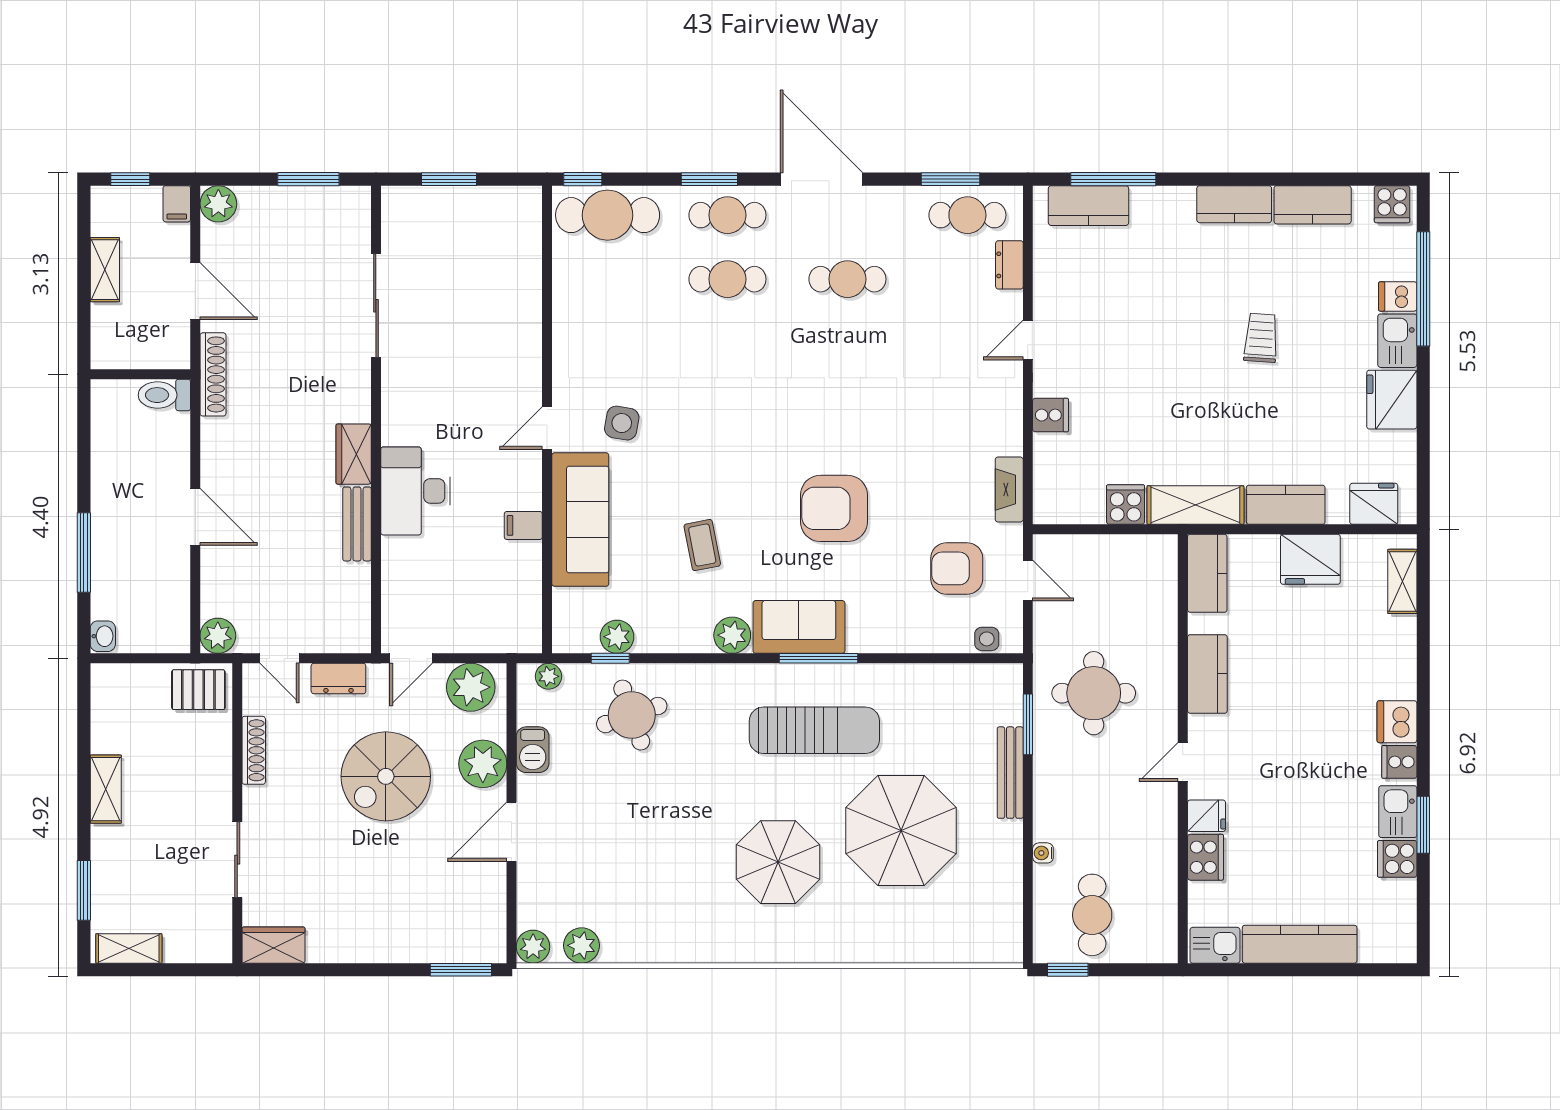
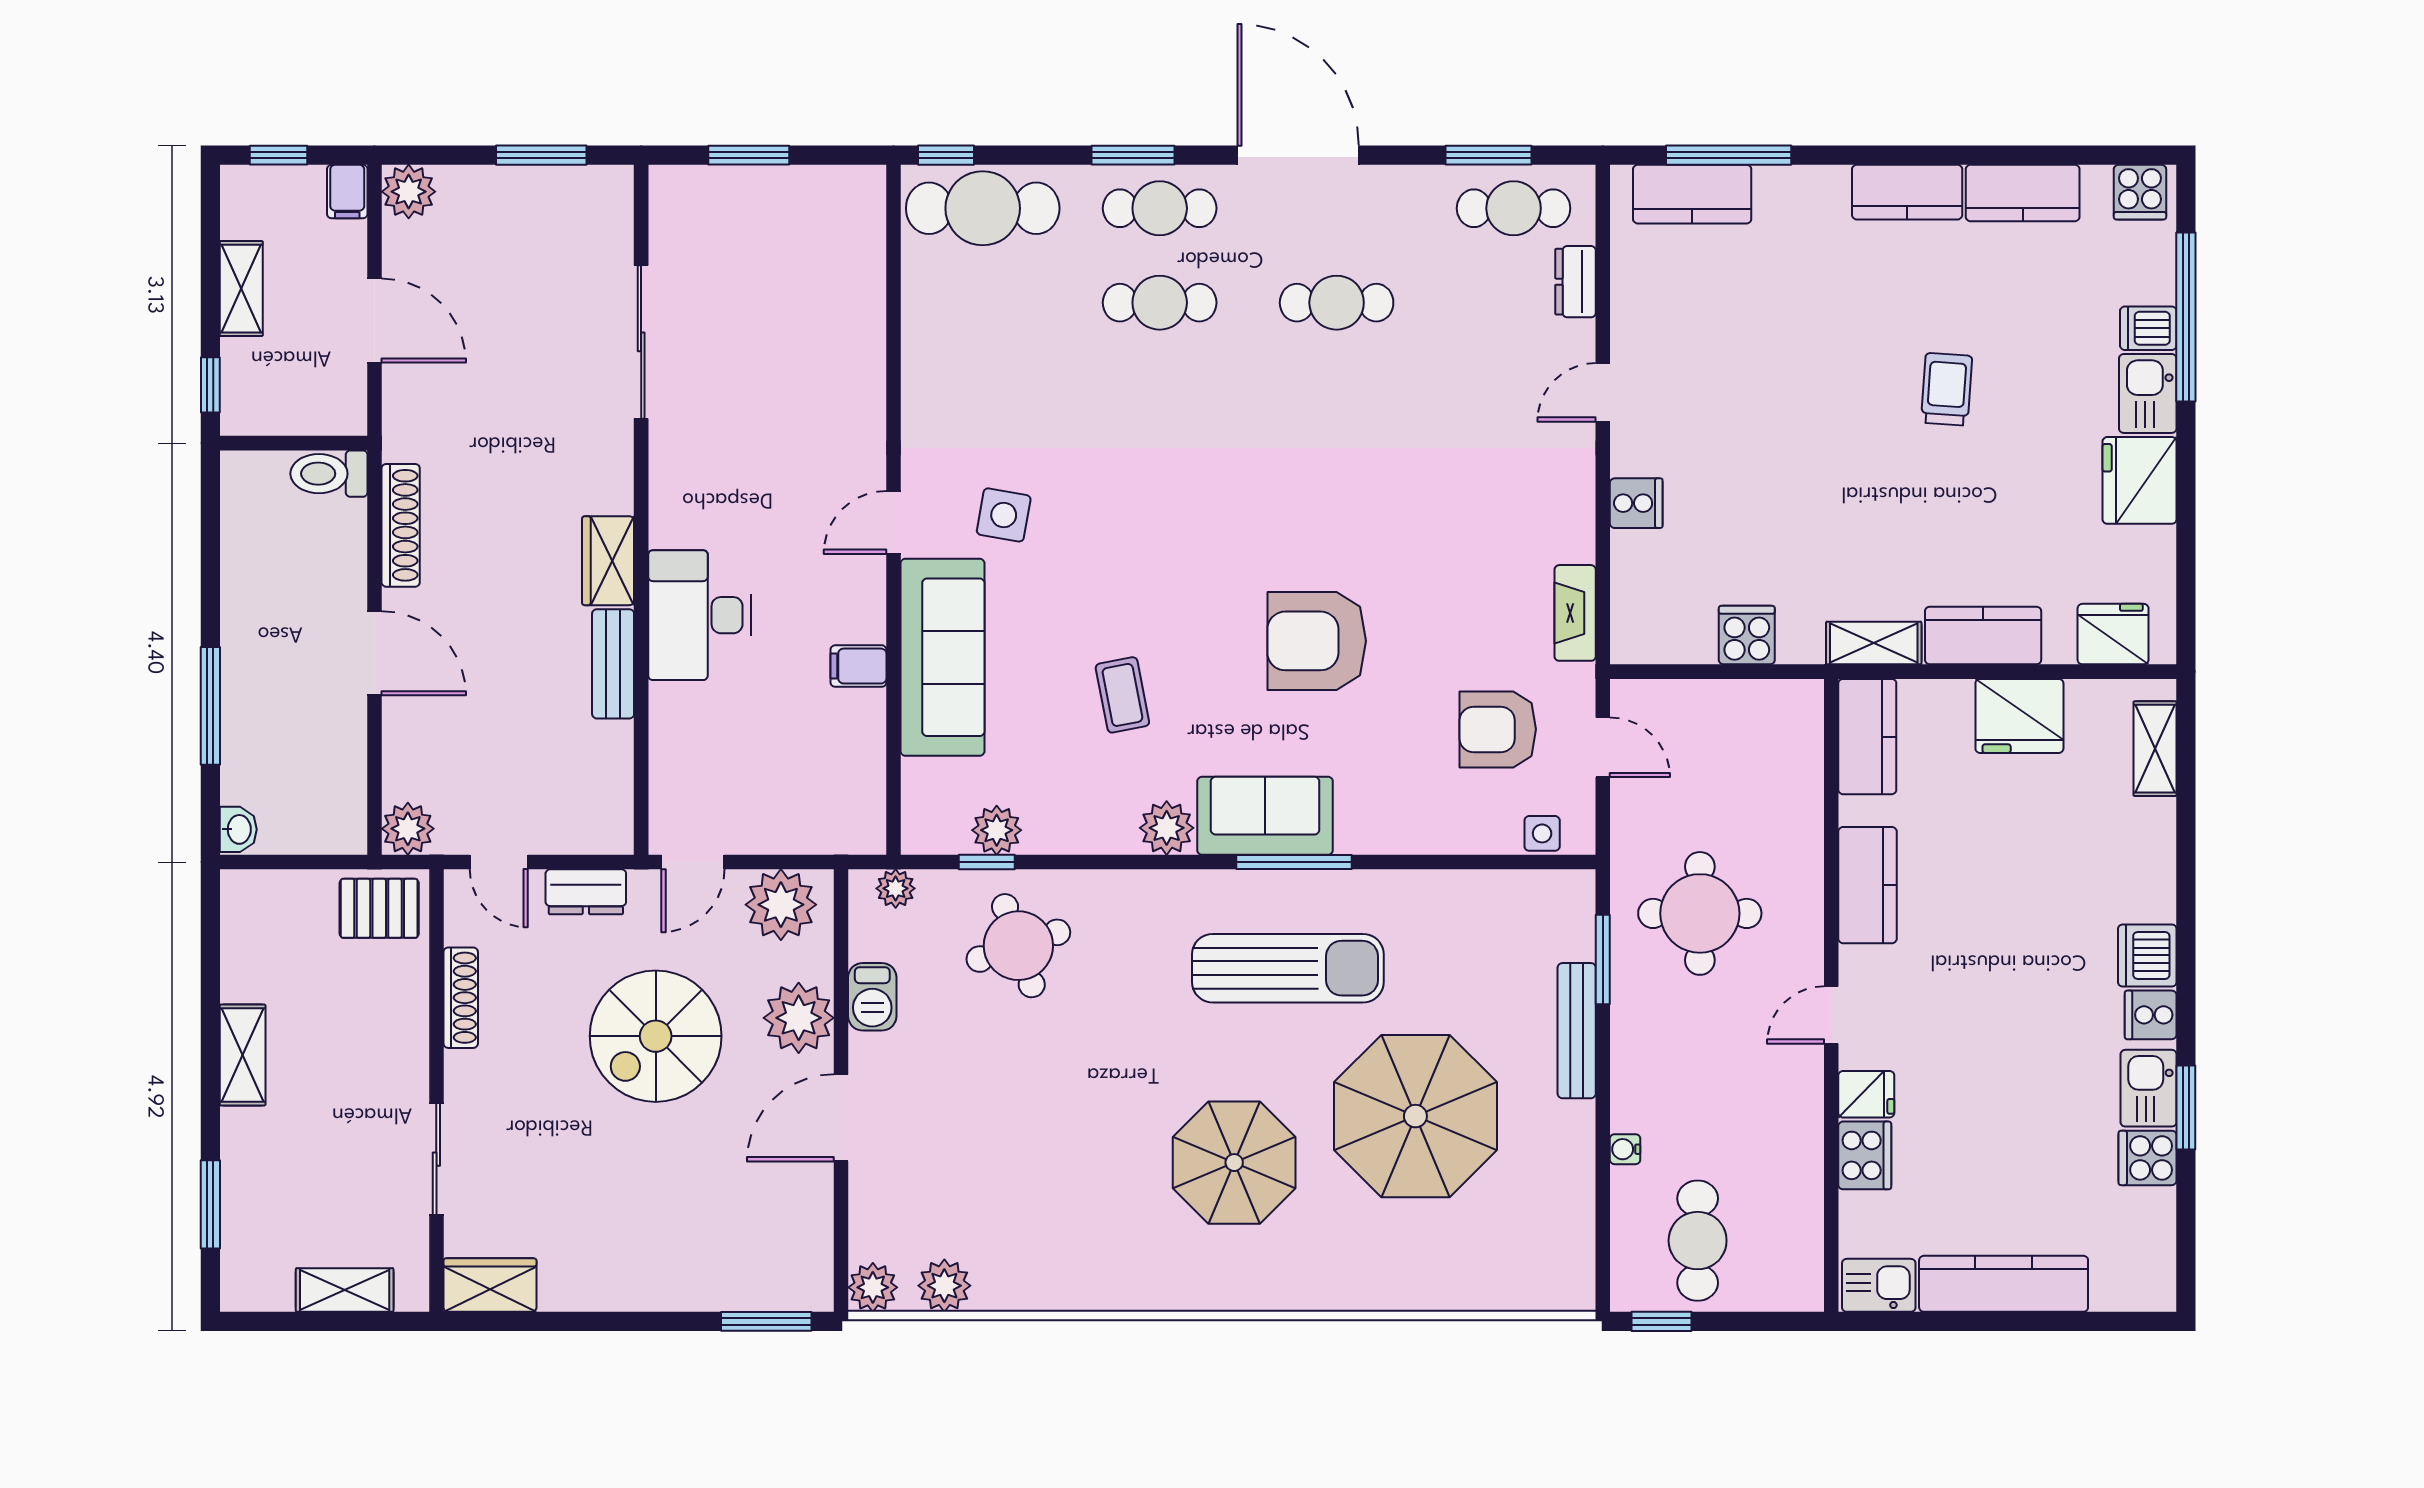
window: (84, 335) -> (210, 385), added
shoe rack: (213, 374) -> (401, 525), moved
shelving: (1195, 505) -> (1874, 643), width x0.67, depth x0.75
shelving: (129, 948) -> (345, 1290), moved

